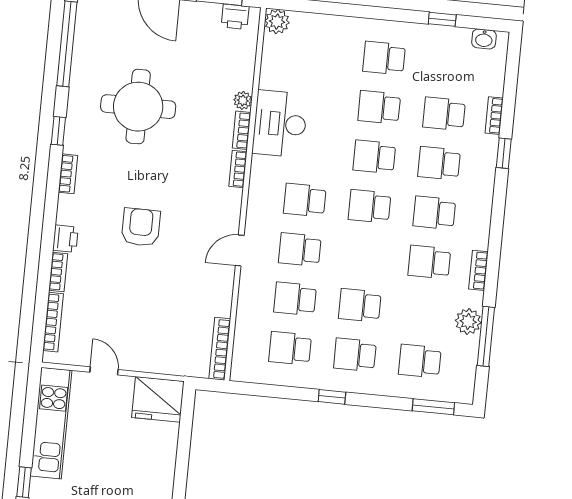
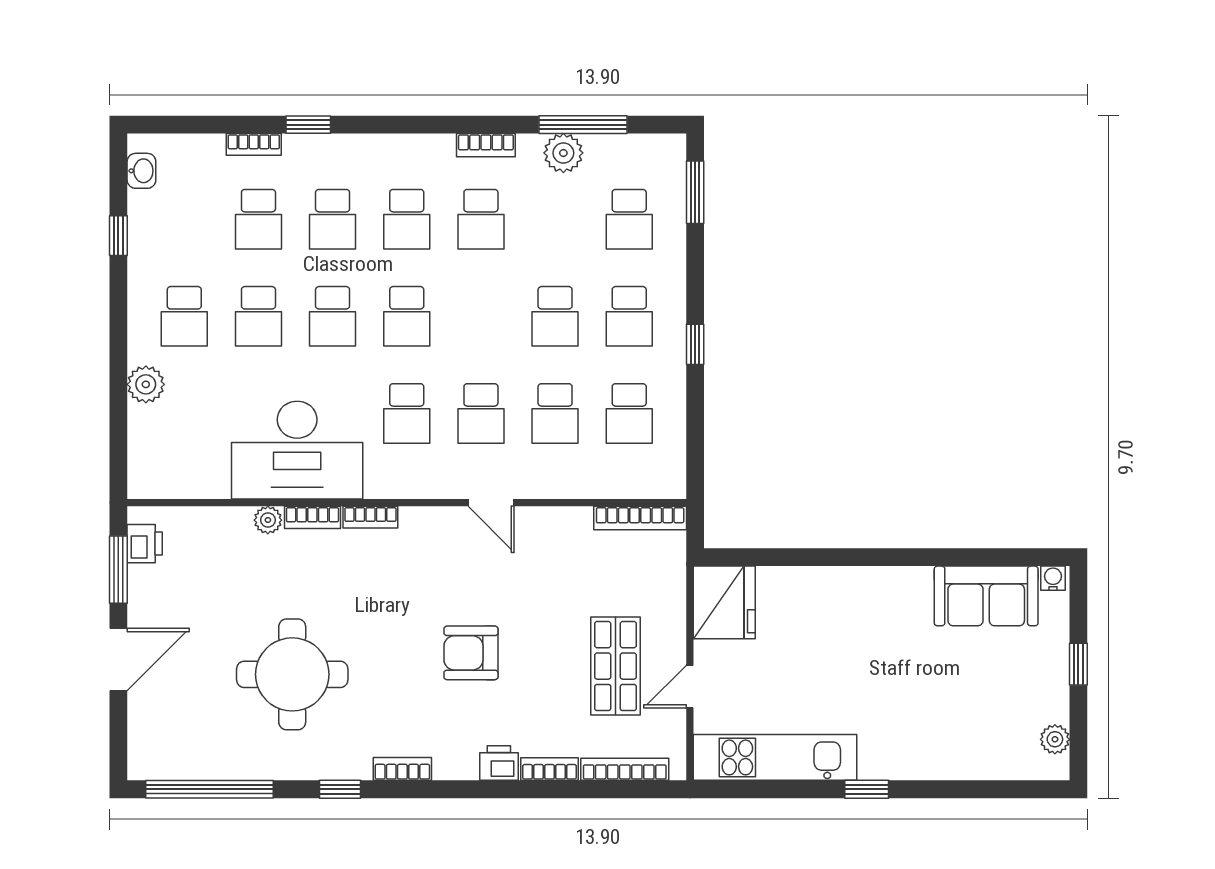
plant: (277, 22) -> (146, 384), moved
desk: (280, 124) -> (297, 450), width x1.36, depth x1.30
shop shelf: (123, 323) -> (616, 666), added

